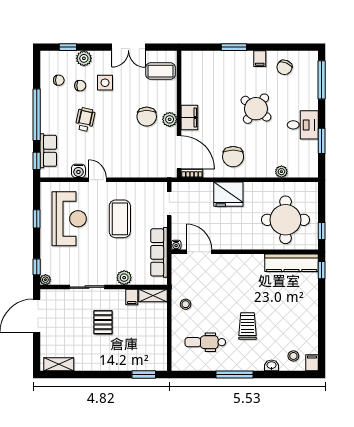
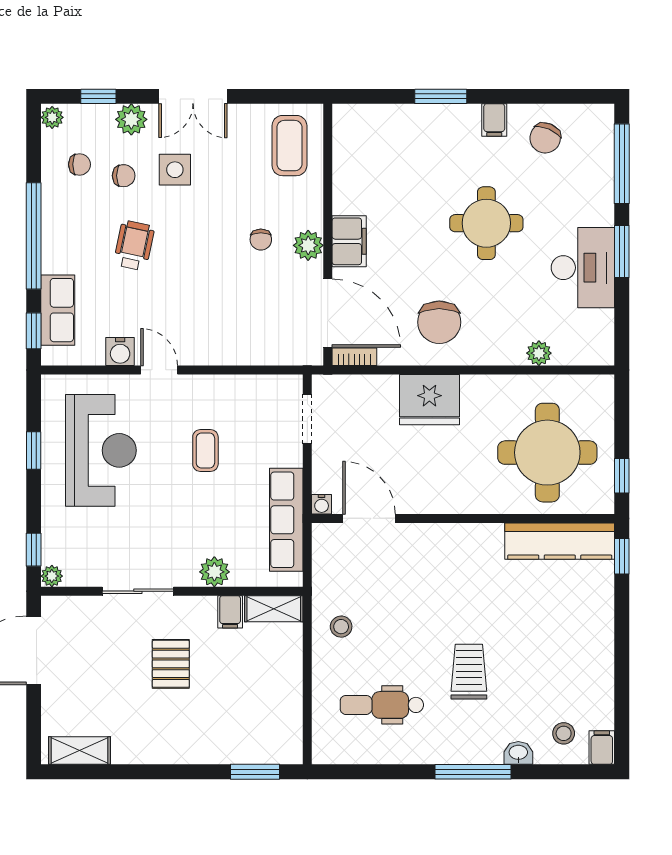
double door: (128, 47) -> (193, 96), moved
plant: (46, 57) -> (52, 117), added
coffee table: (161, 71) -> (289, 146), turned 90
round table: (256, 109) -> (486, 223), turned -38
chair: (147, 117) -> (261, 240), width x0.54, depth x0.54
desk: (303, 125) -> (583, 268), width x1.37
window: (322, 141) -> (622, 251), moved
coffee table: (120, 219) -> (205, 451), width x0.54, depth x0.58
window: (234, 375) -> (473, 772), moved

